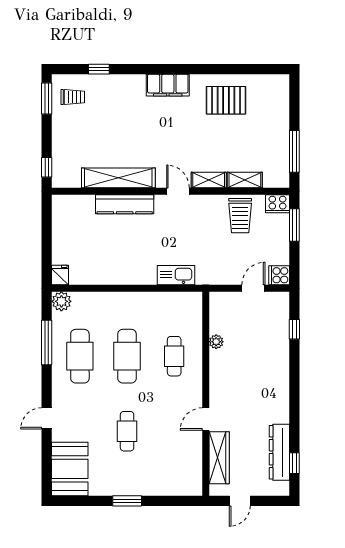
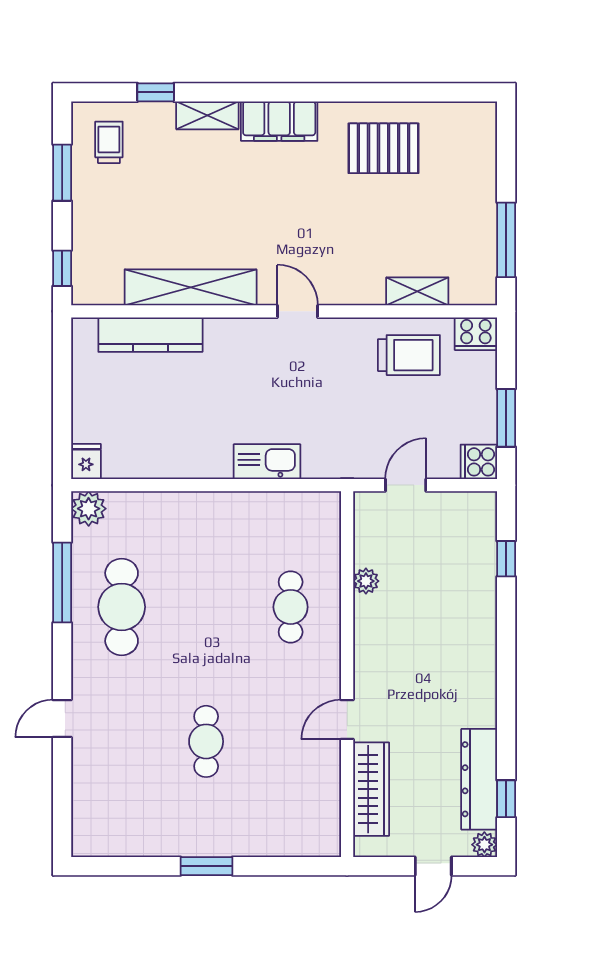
trolley: (73, 97) -> (109, 142), turned -90
window: (47, 99) -> (62, 173), moved
shelving: (209, 180) -> (207, 115), moved
kitchen counter: (125, 204) -> (150, 335), moved
trolley: (240, 216) -> (409, 355), turned -90
window: (294, 225) -> (506, 418), moved
kitchen sink: (176, 275) -> (267, 462), moved
door: (253, 288) -> (406, 485), moved
cafe table: (127, 356) -> (206, 607), removed
booth: (70, 469) -> (103, 809), removed
plant: (282, 489) -> (484, 845), added
door: (240, 501) -> (433, 866), moved

